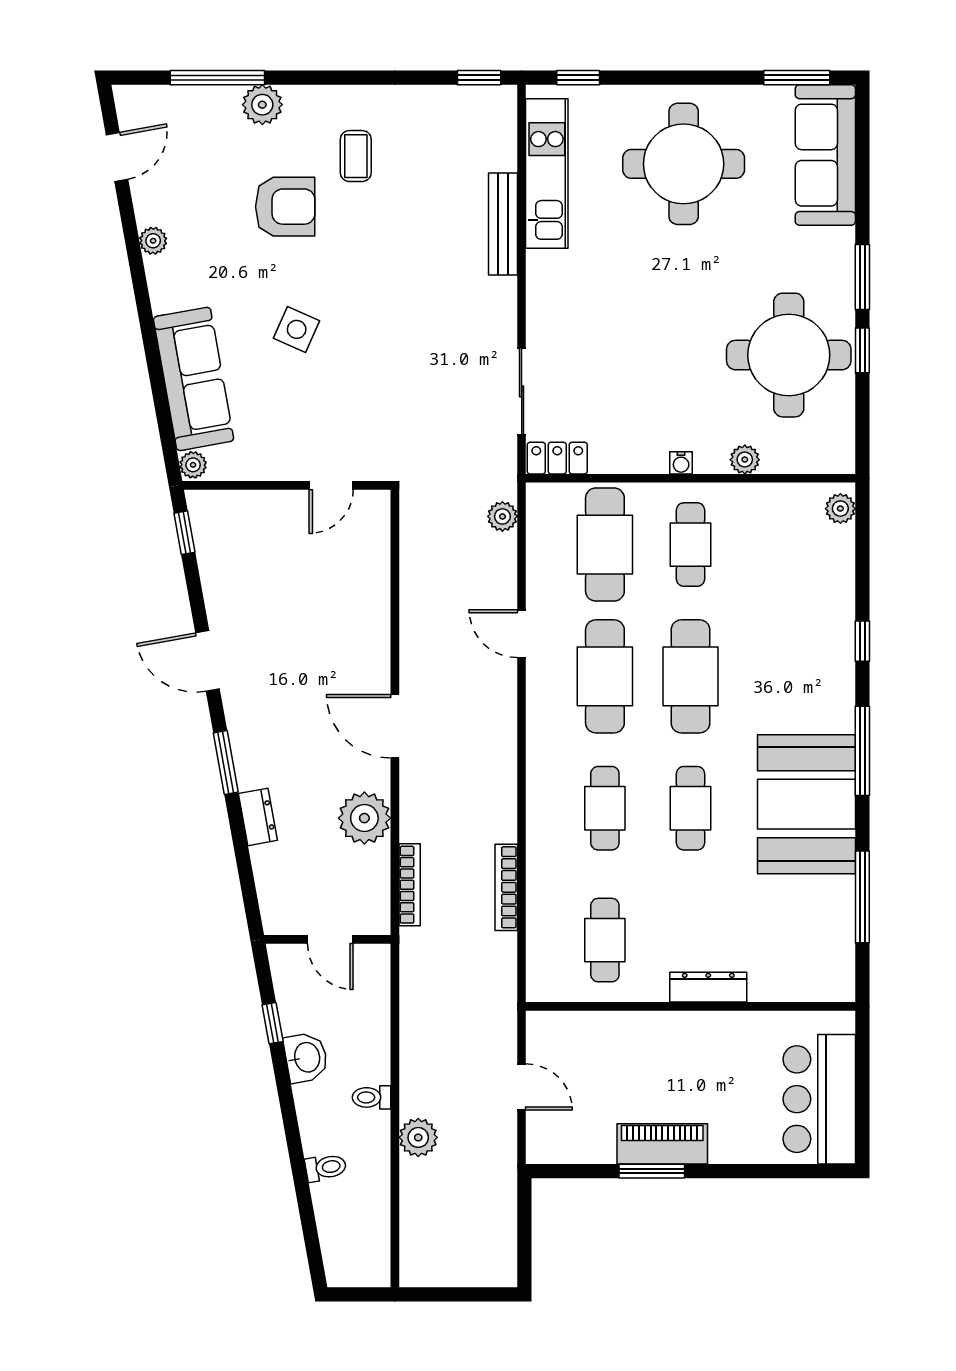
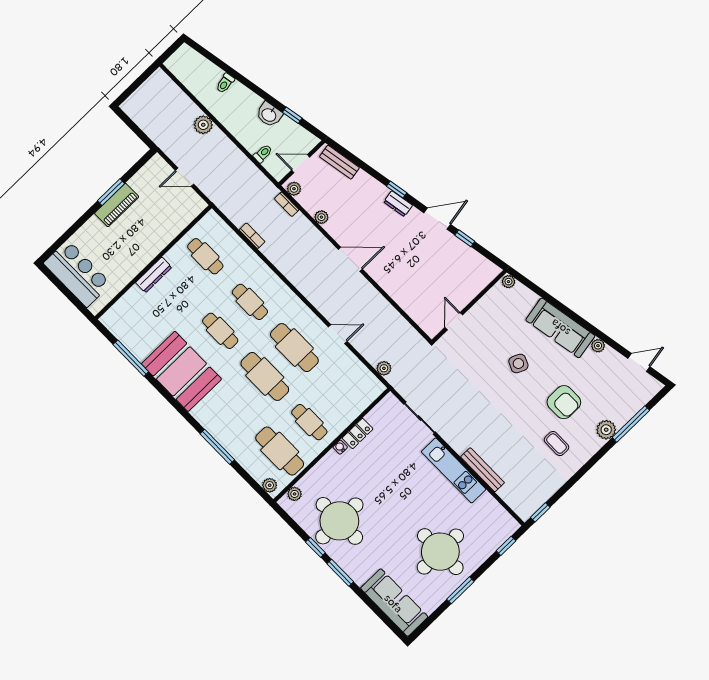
window: (797, 78) -> (460, 590), moved
door: (117, 157) -> (639, 363), swing flipped
kitchen unit: (547, 174) -> (454, 470), moved
armchair: (285, 207) -> (564, 402), turned -90
sofa: (194, 379) -> (560, 328), moved
locker: (557, 458) -> (358, 433), moved
plant: (745, 460) -> (295, 494), moved
window: (184, 533) -> (465, 238), moved
cafe table: (605, 545) -> (280, 451), moved
window: (862, 641) -> (217, 447), width x2.17
window: (862, 751) -> (180, 409), removed
window: (226, 763) -> (397, 190), width x0.67
dresser: (258, 817) -> (398, 204), moved
plant: (364, 818) -> (321, 217), width x0.53, depth x0.53
bookcase: (410, 885) -> (287, 204), width x0.64
bench: (271, 886) -> (339, 162), added
bookcase: (506, 887) -> (252, 236), width x0.64
plant: (376, 912) -> (294, 189), added
toilet: (371, 1097) -> (263, 153), moved

